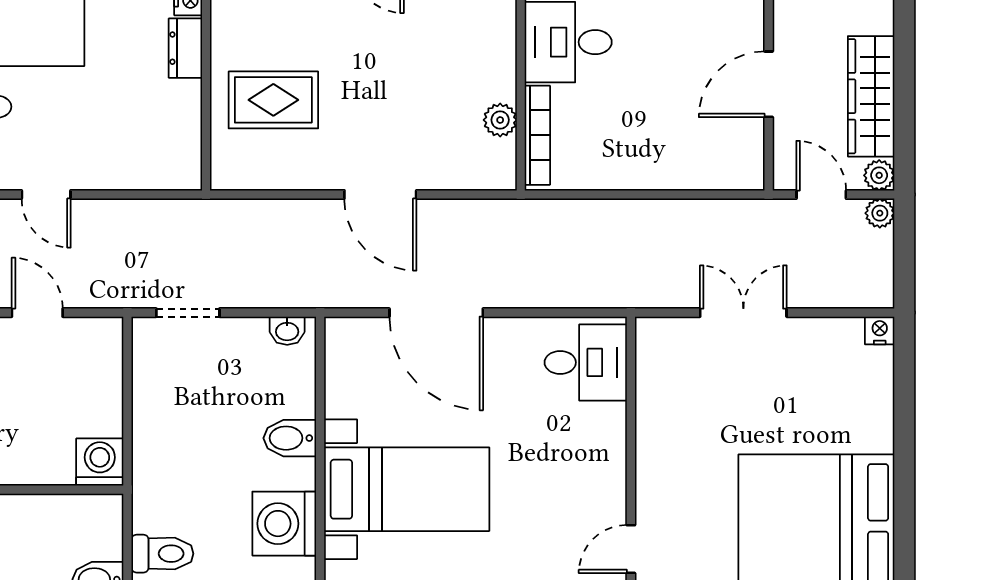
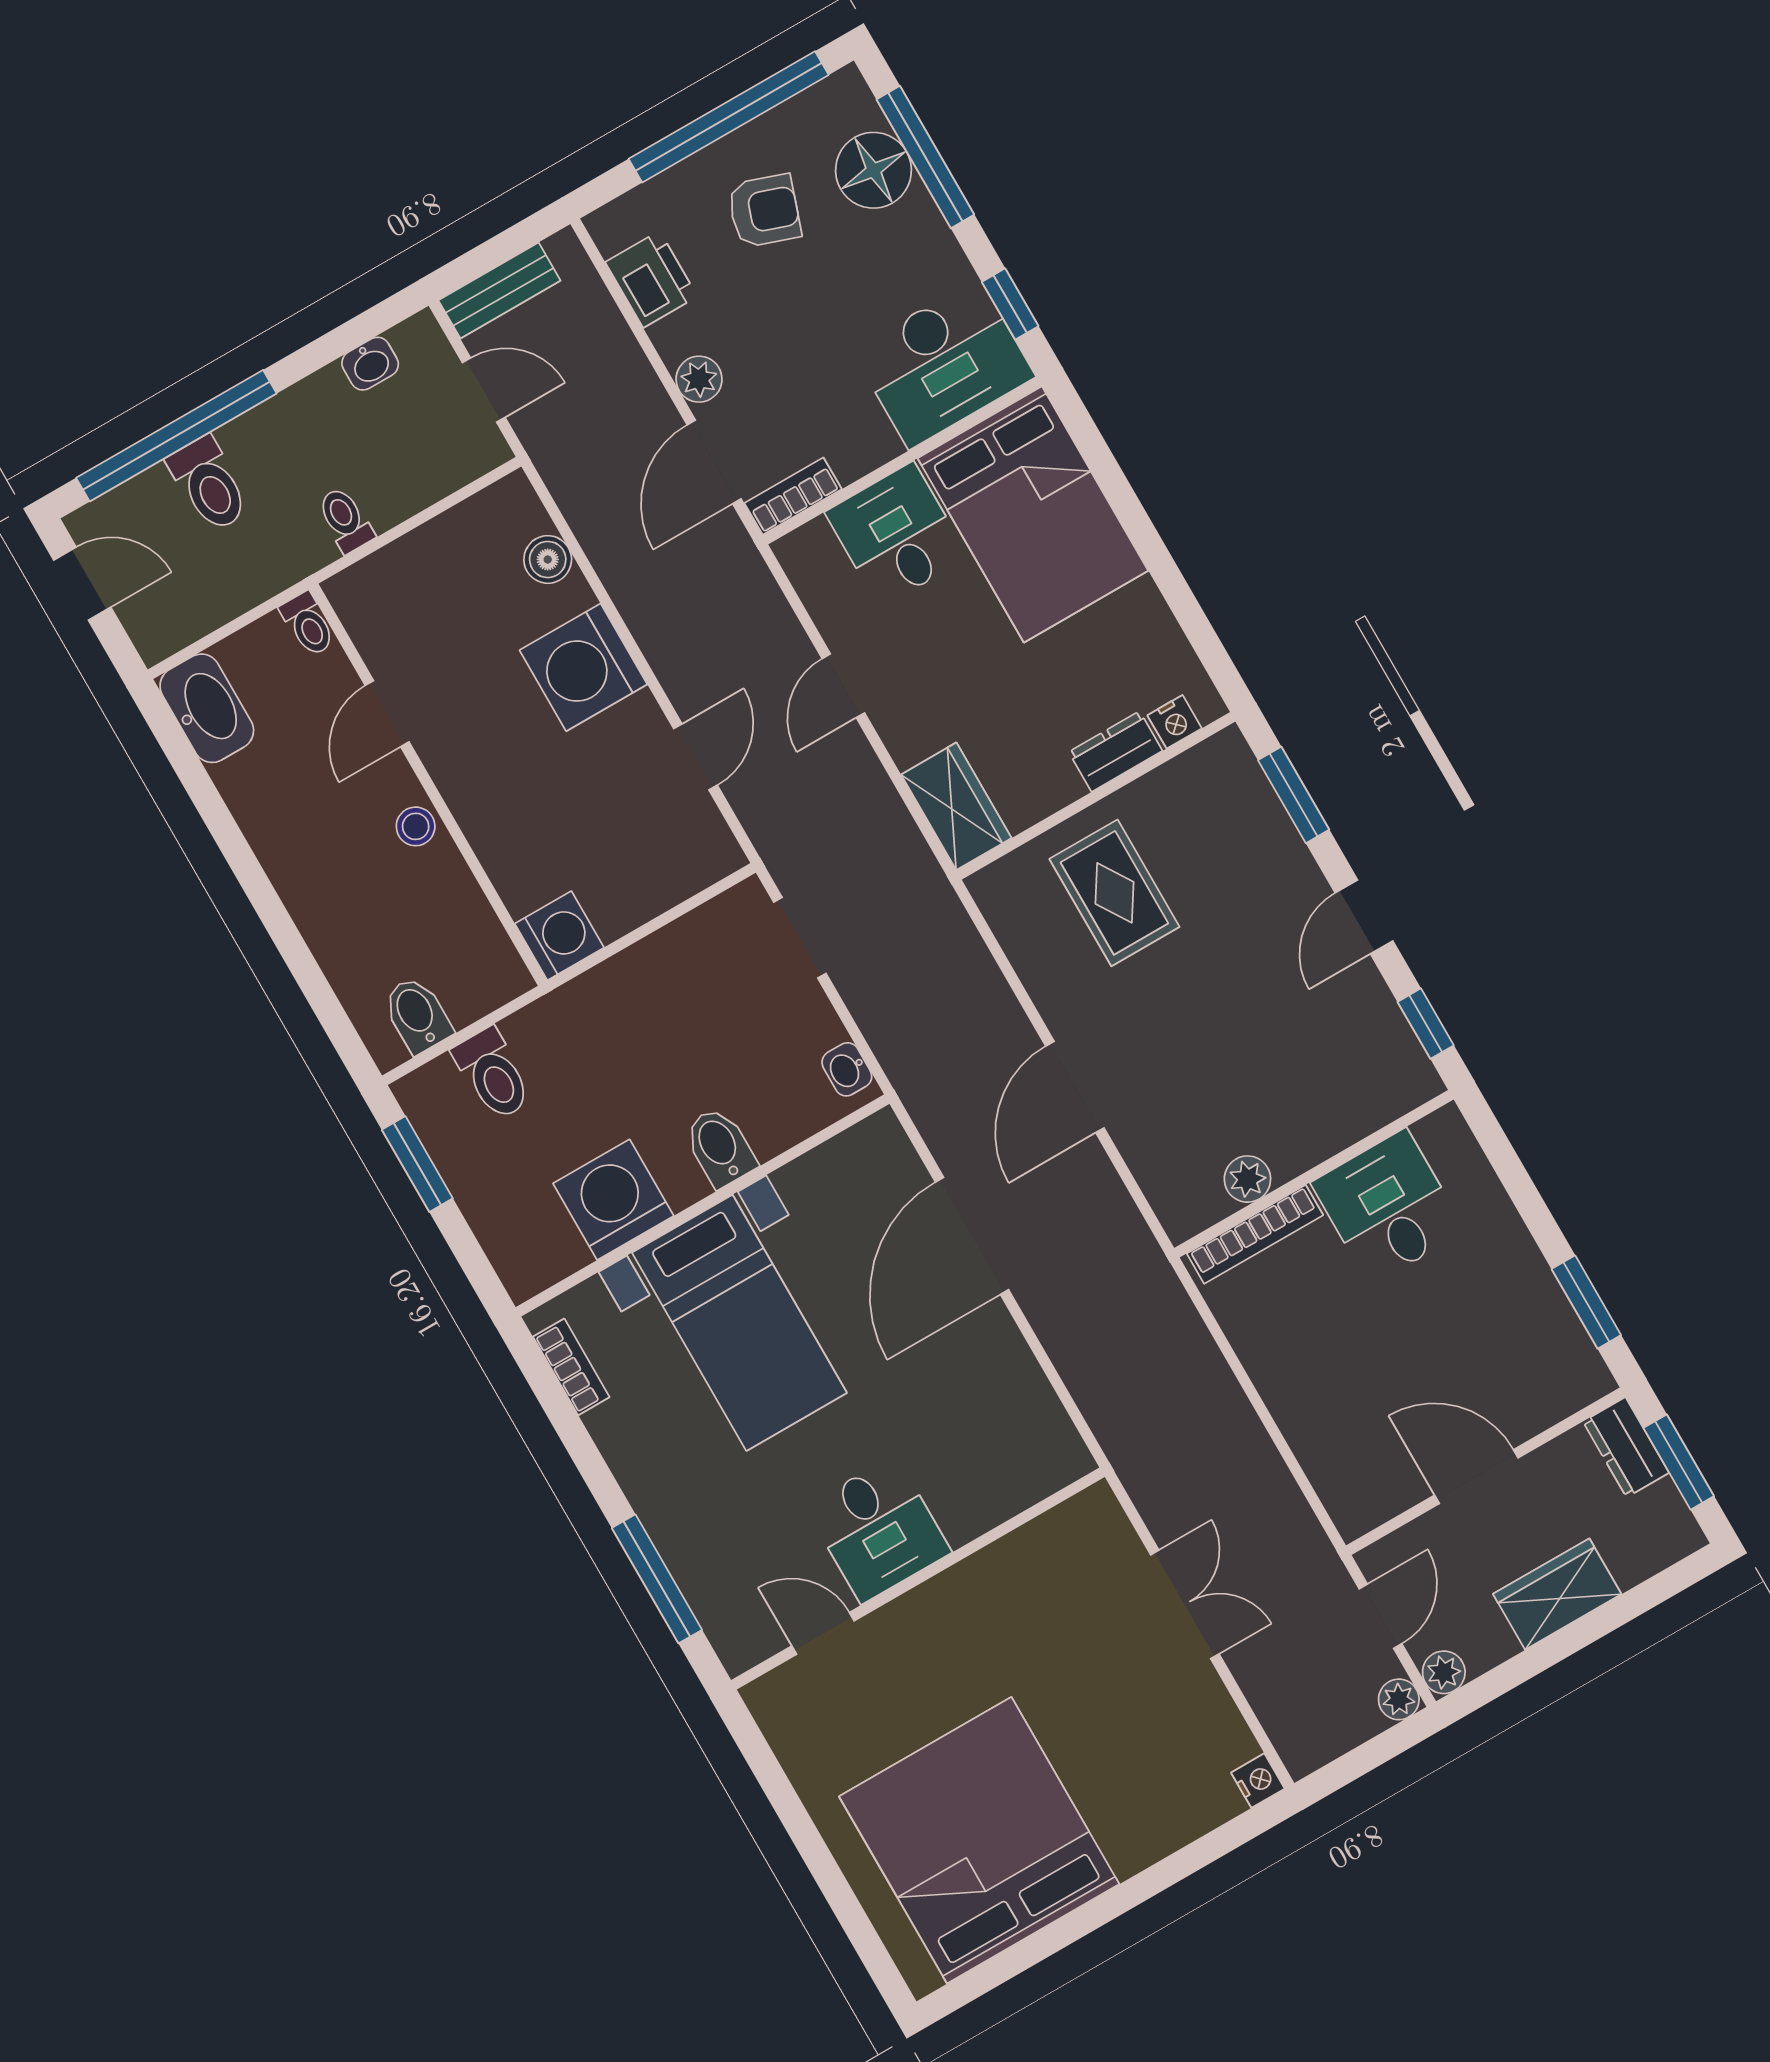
wardrobe: (871, 96) -> (1557, 1594), width x0.67
wardrobe: (162, 168) -> (956, 806), added
desk: (586, 362) -> (878, 1529), moved

